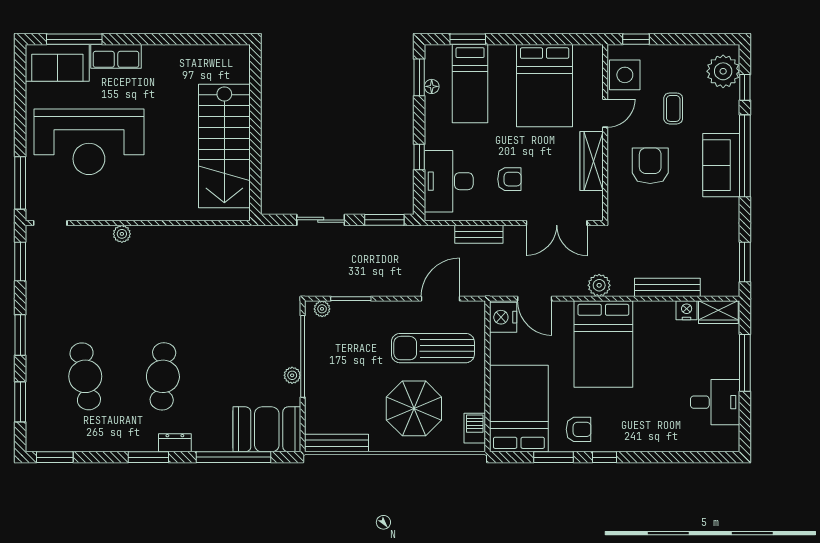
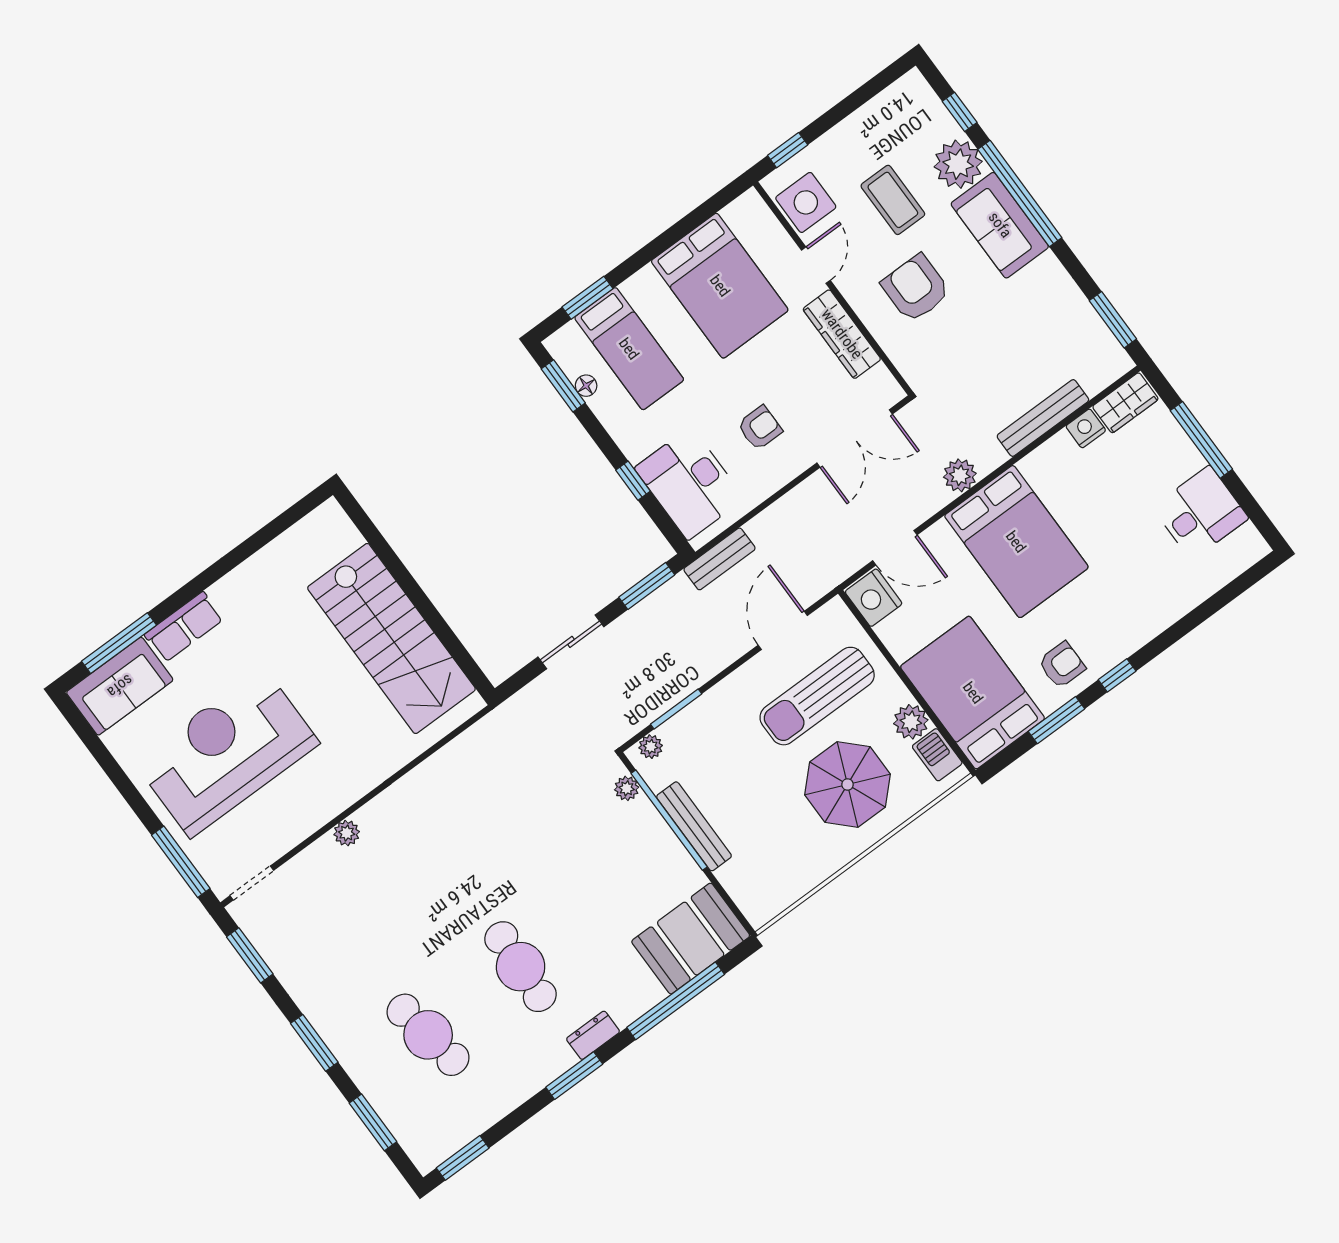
plant: (723, 71) -> (958, 164), moved
coffee table: (673, 108) -> (893, 200), width x1.36, depth x1.30
reception desk: (89, 142) -> (227, 752), turned 180
bench: (479, 234) -> (719, 559), moved
plant: (292, 375) -> (627, 788), moved
plant: (474, 400) -> (911, 722), added
bench: (337, 443) -> (694, 826), moved, turned 90

